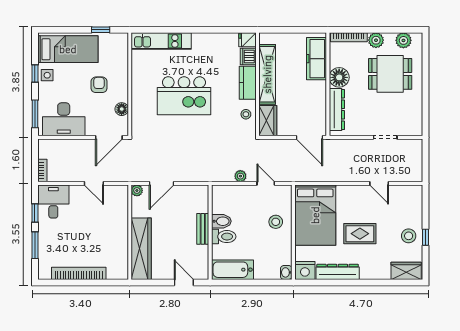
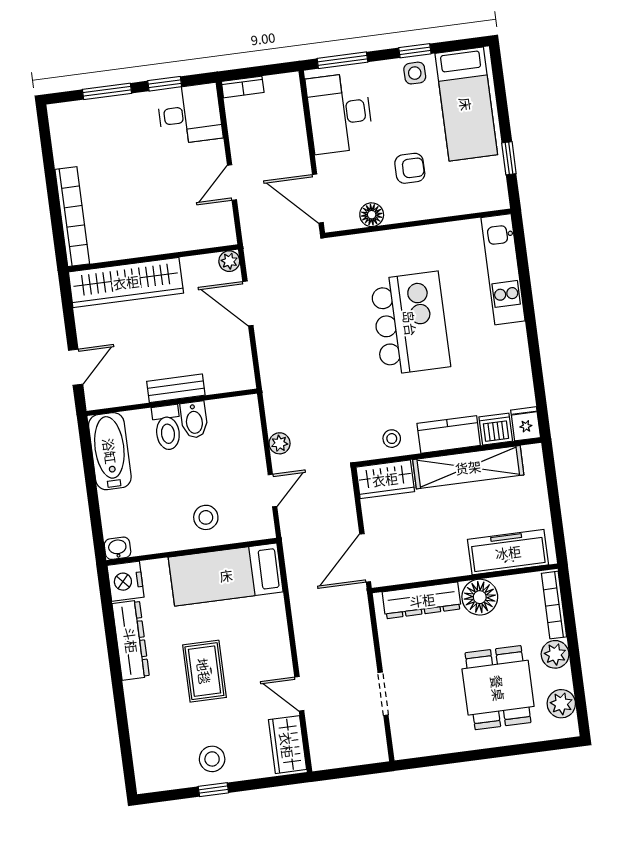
kitchen island: (184, 96) -> (410, 323), turned 180
door: (379, 183) -> (299, 694), hinge flipped
bed: (315, 215) -> (226, 575), width x0.67
wardrobe: (406, 271) -> (287, 745), moved, turned 180
bookcase: (79, 273) -> (72, 217), moved

